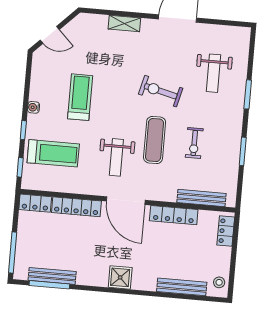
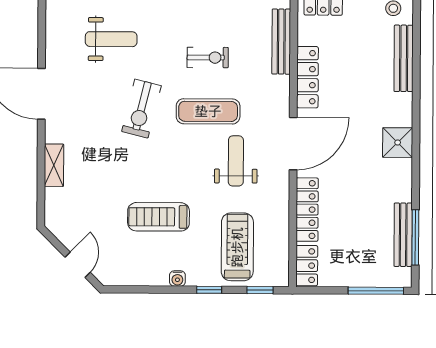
weight bench: (116, 157) -> (236, 161), turned -90

